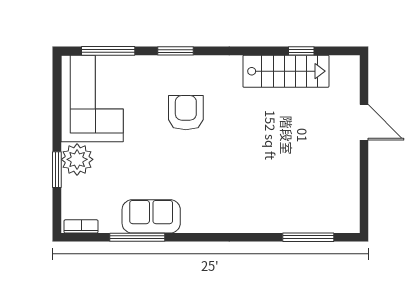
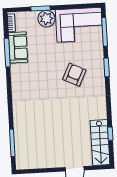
stairs: (286, 71) -> (100, 142), moved
armchair: (186, 113) -> (74, 75), turned -64
sofa: (151, 216) -> (18, 47), moved

